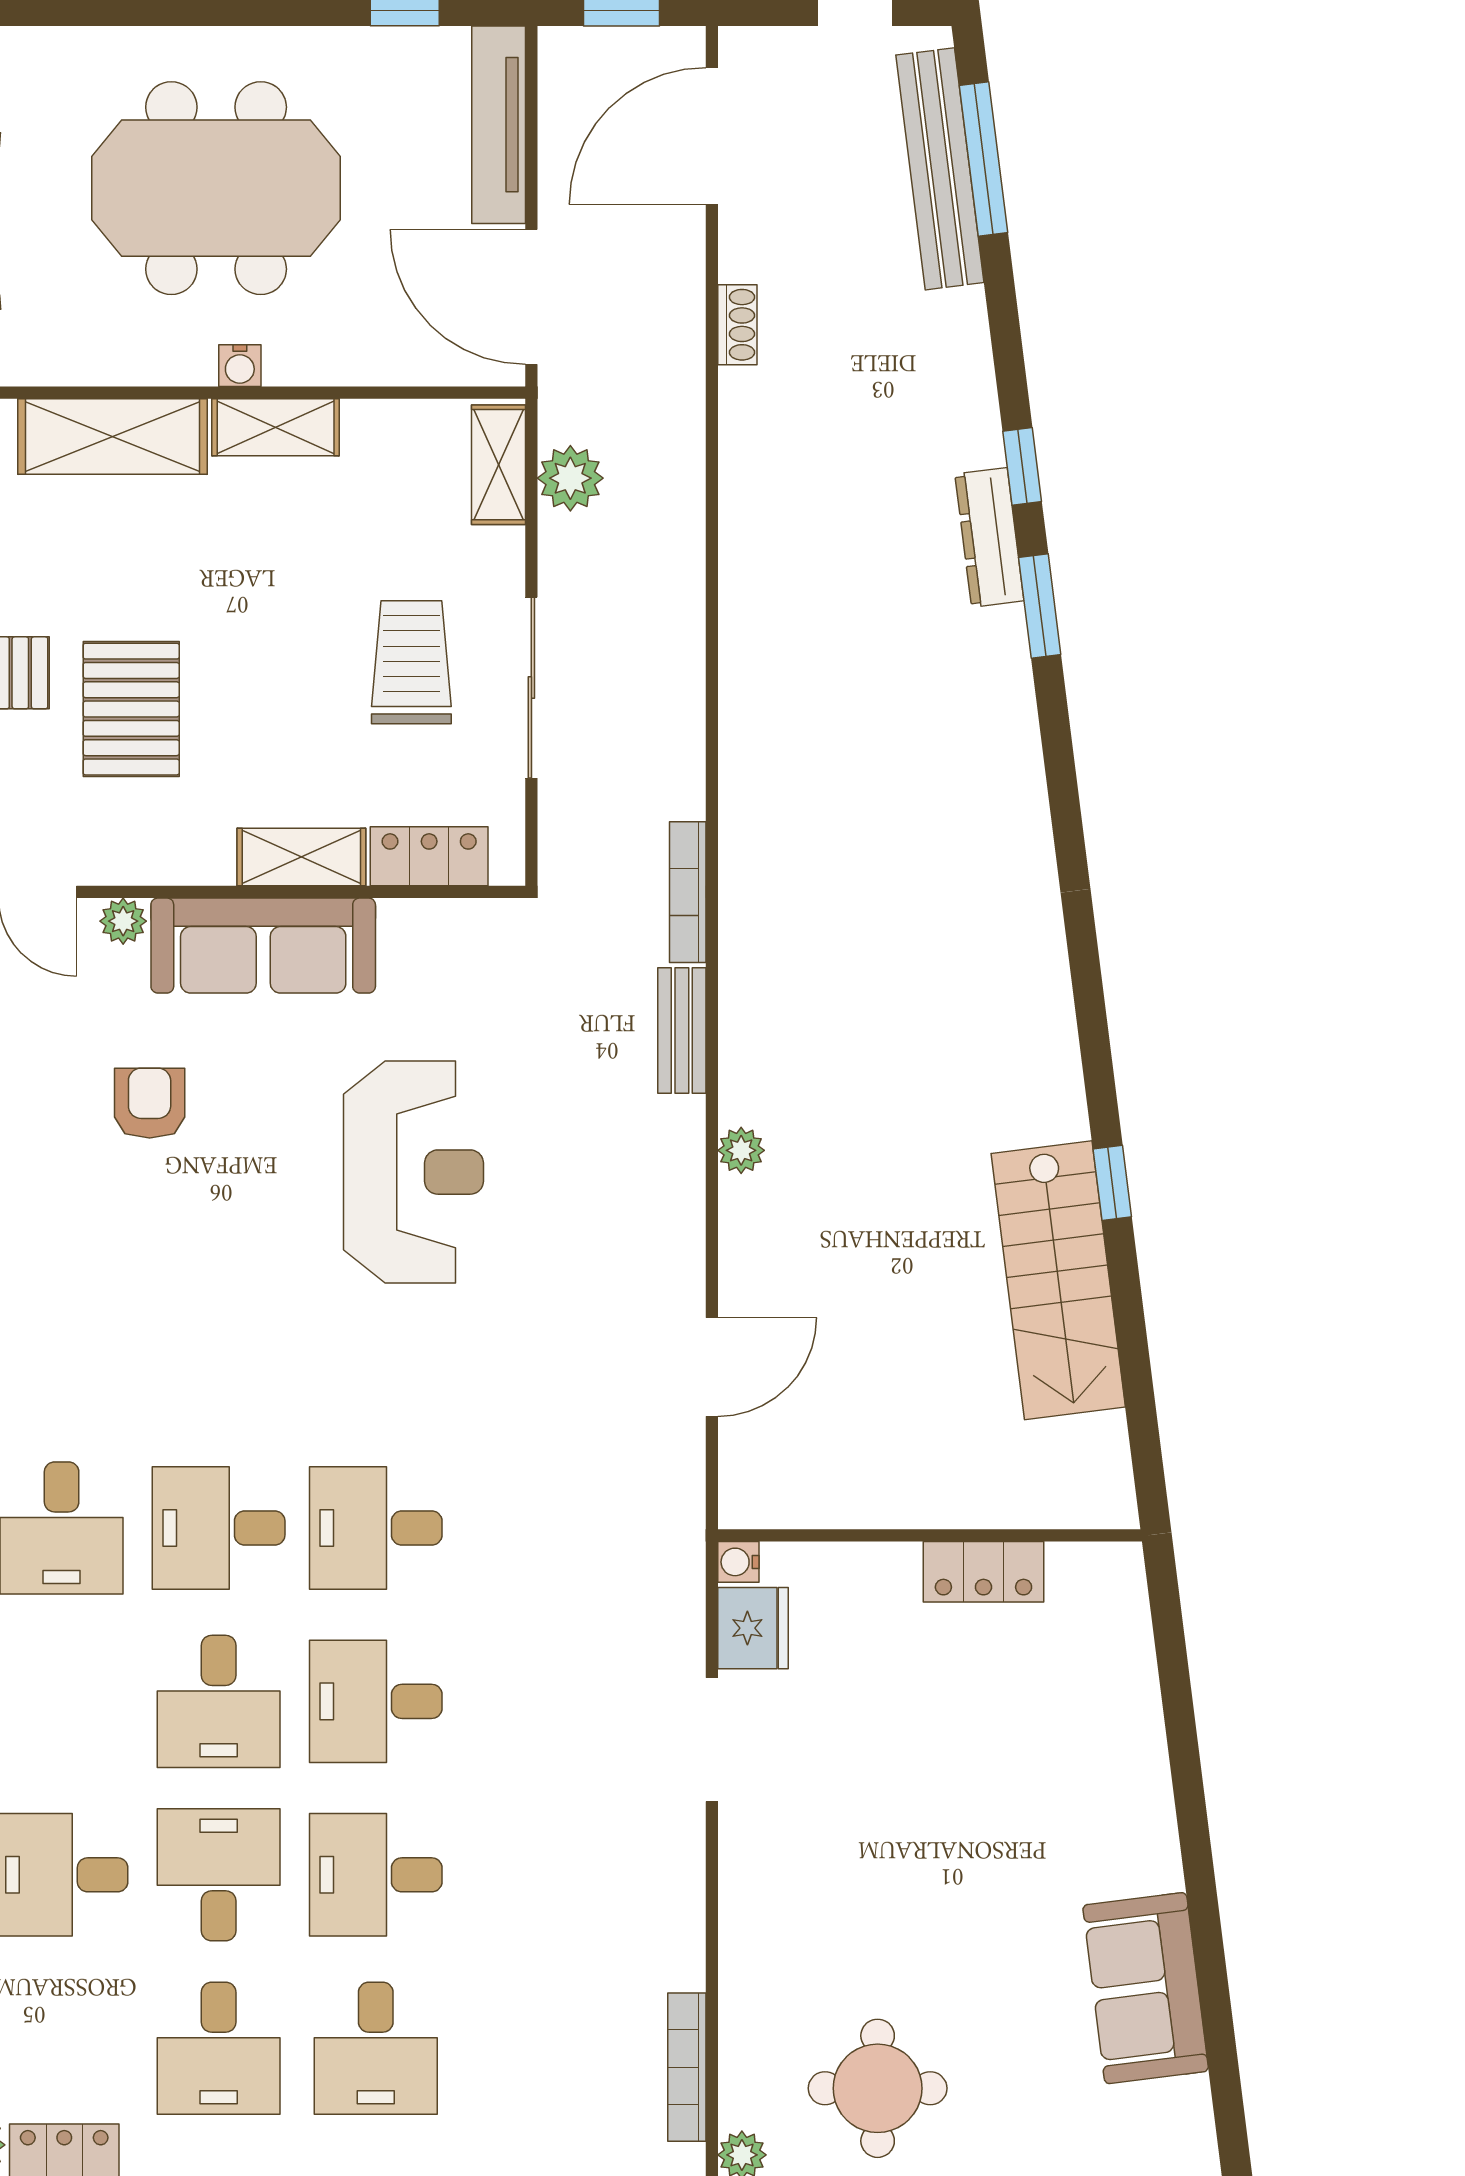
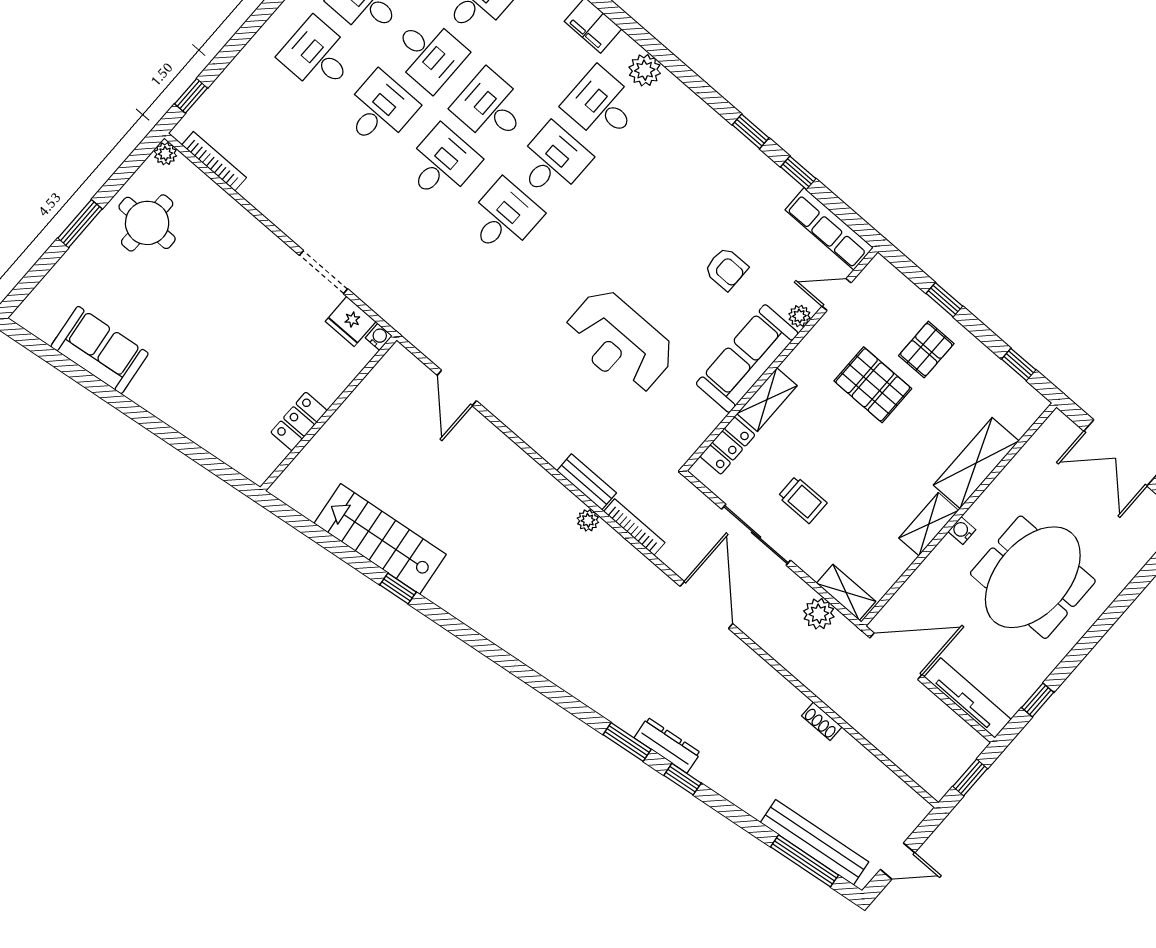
door: (712, 136) -> (706, 605), moved
trolley: (411, 662) -> (802, 500), width x0.73, depth x0.72
plant: (741, 1150) -> (588, 520), moved

